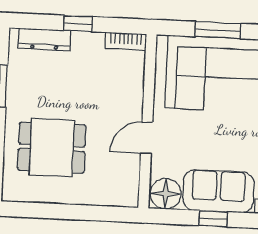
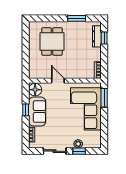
window: (78, 24) -> (104, 38), moved
window: (218, 30) -> (104, 98), moved

